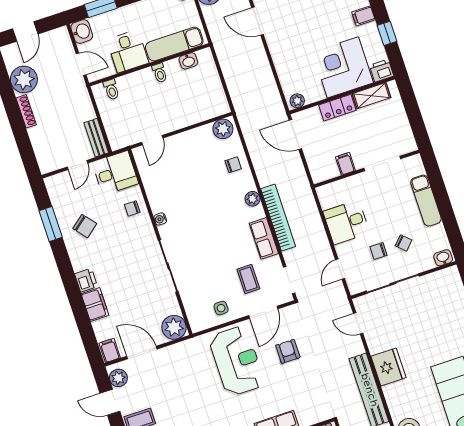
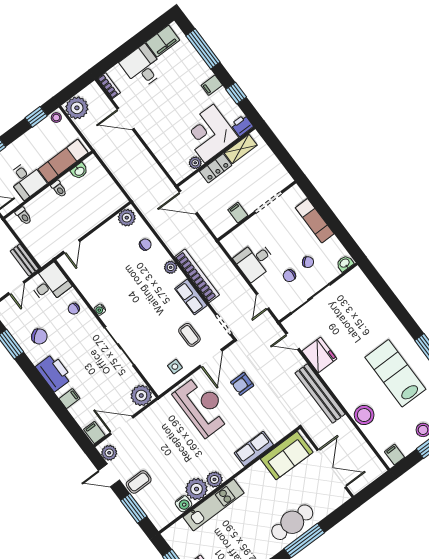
plant: (297, 101) -> (195, 163), moved
printer: (86, 280) -> (54, 373), width x1.87, depth x1.48
filing cabinet: (95, 304) -> (69, 399), width x0.50
armchair: (288, 351) -> (242, 384), turned -90
fridge: (388, 367) -> (319, 355), moved

